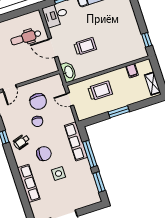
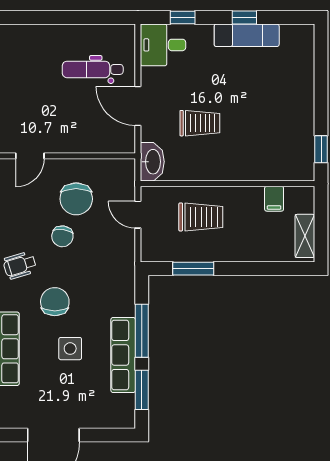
window: (119, 112) -> (193, 269), moved
row of seats: (76, 141) -> (123, 355), moved
chair: (44, 154) -> (55, 302), turned -90

